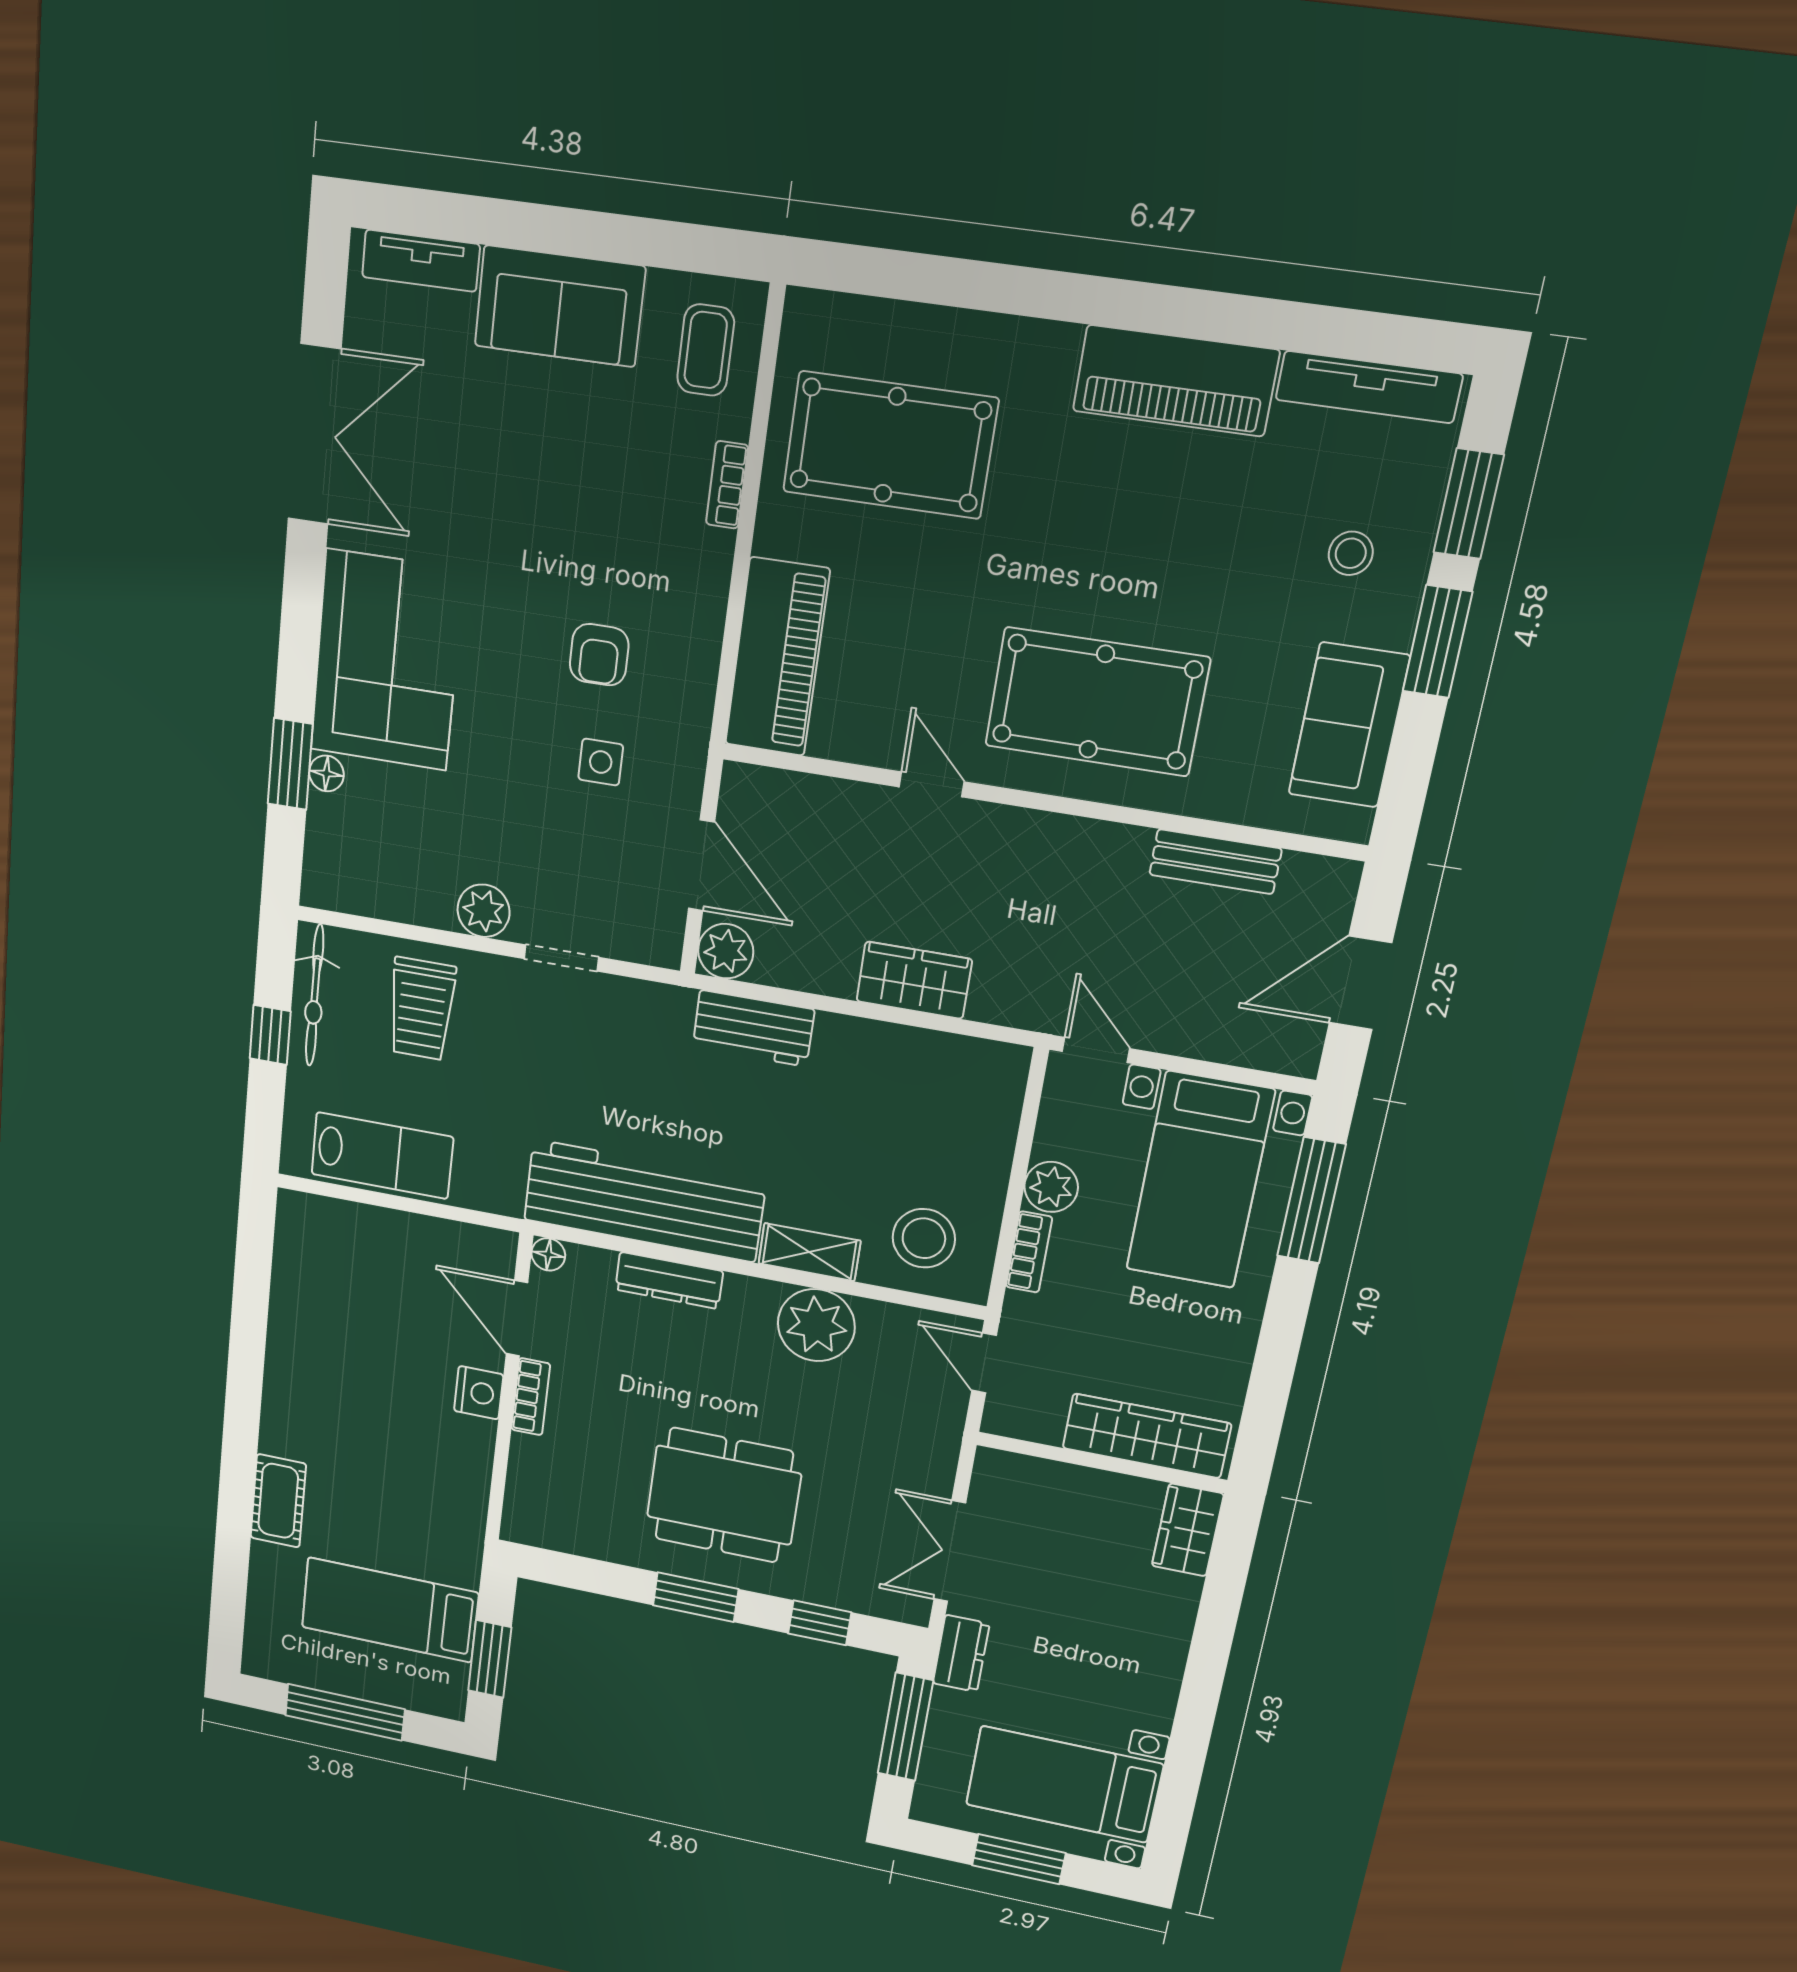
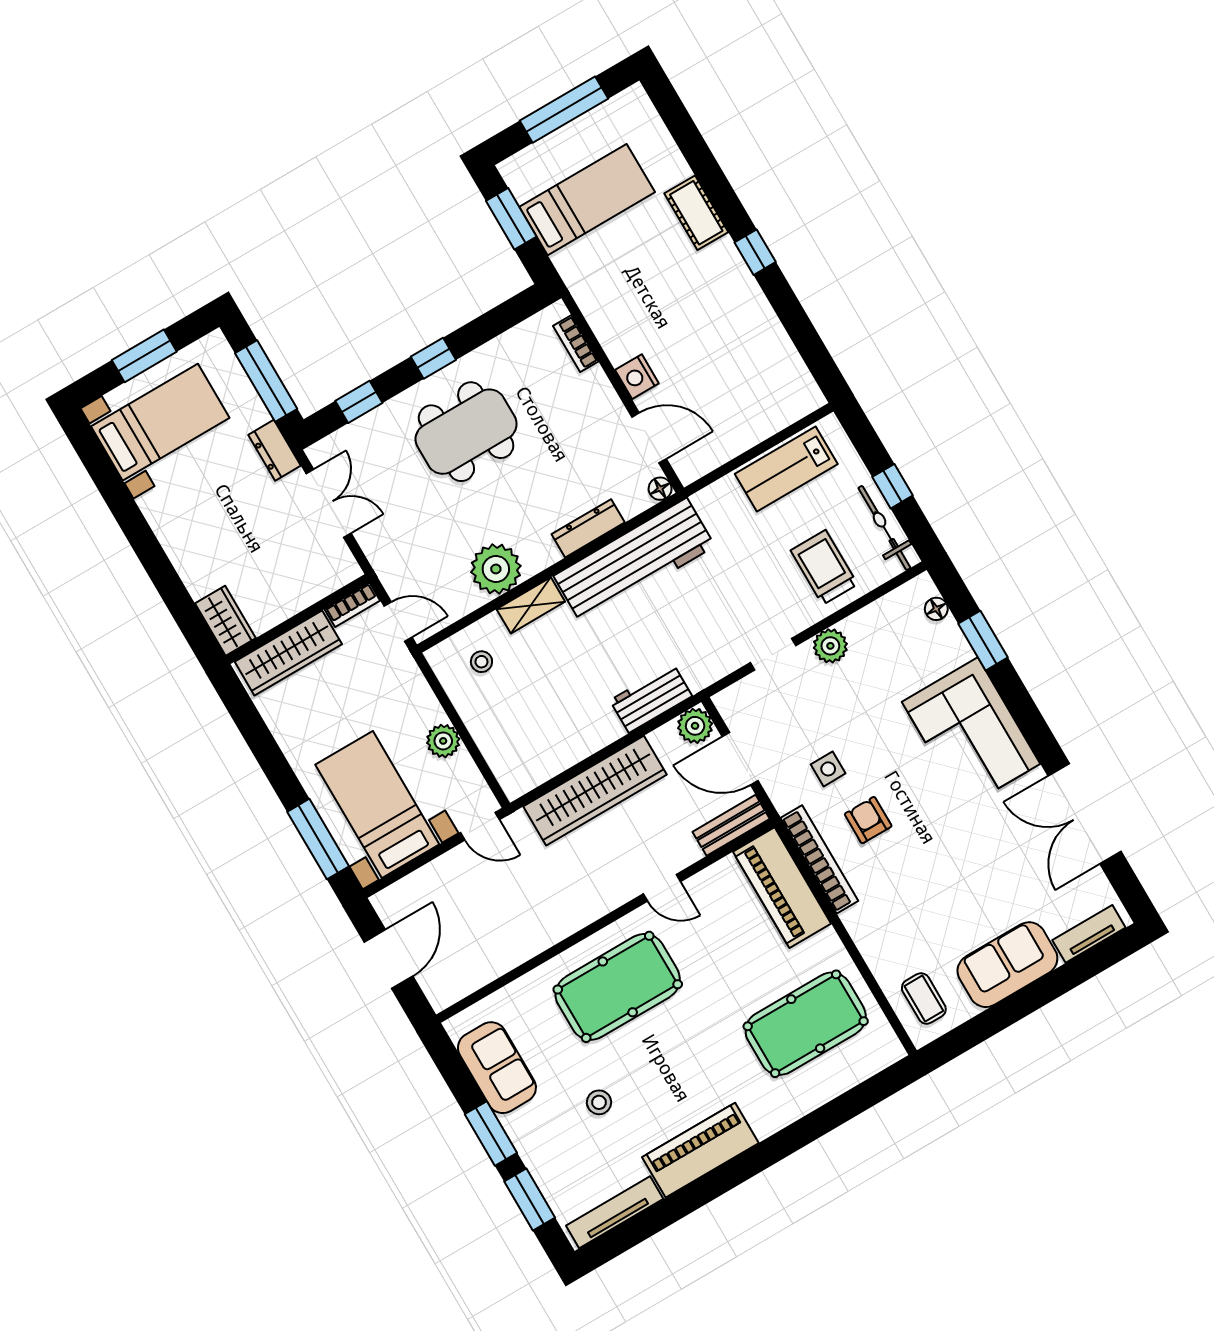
bookcase: (727, 485) -> (819, 859), moved, width x2.31, depth x1.31
stool: (1351, 553) -> (599, 1102), moved
floor lamp: (326, 773) -> (936, 609), moved
bench: (1215, 862) -> (731, 825), moved
wardrobe: (914, 980) -> (595, 791), width x2.10, depth x1.17
stool: (924, 1238) -> (481, 662), width x0.53, depth x0.53
bookcase: (1029, 1252) -> (352, 605), moved, turned -90
bookcase: (531, 1397) -> (576, 344), moved
window: (242, 1410) -> (755, 252), added
window: (696, 1597) -> (433, 358), width x0.67

